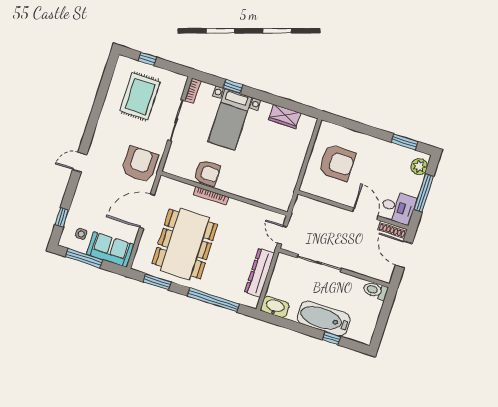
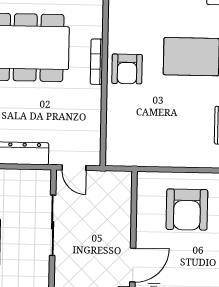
armchair: (207, 173) -> (127, 69), moved
door: (282, 235) -> (74, 168), swing flipped

